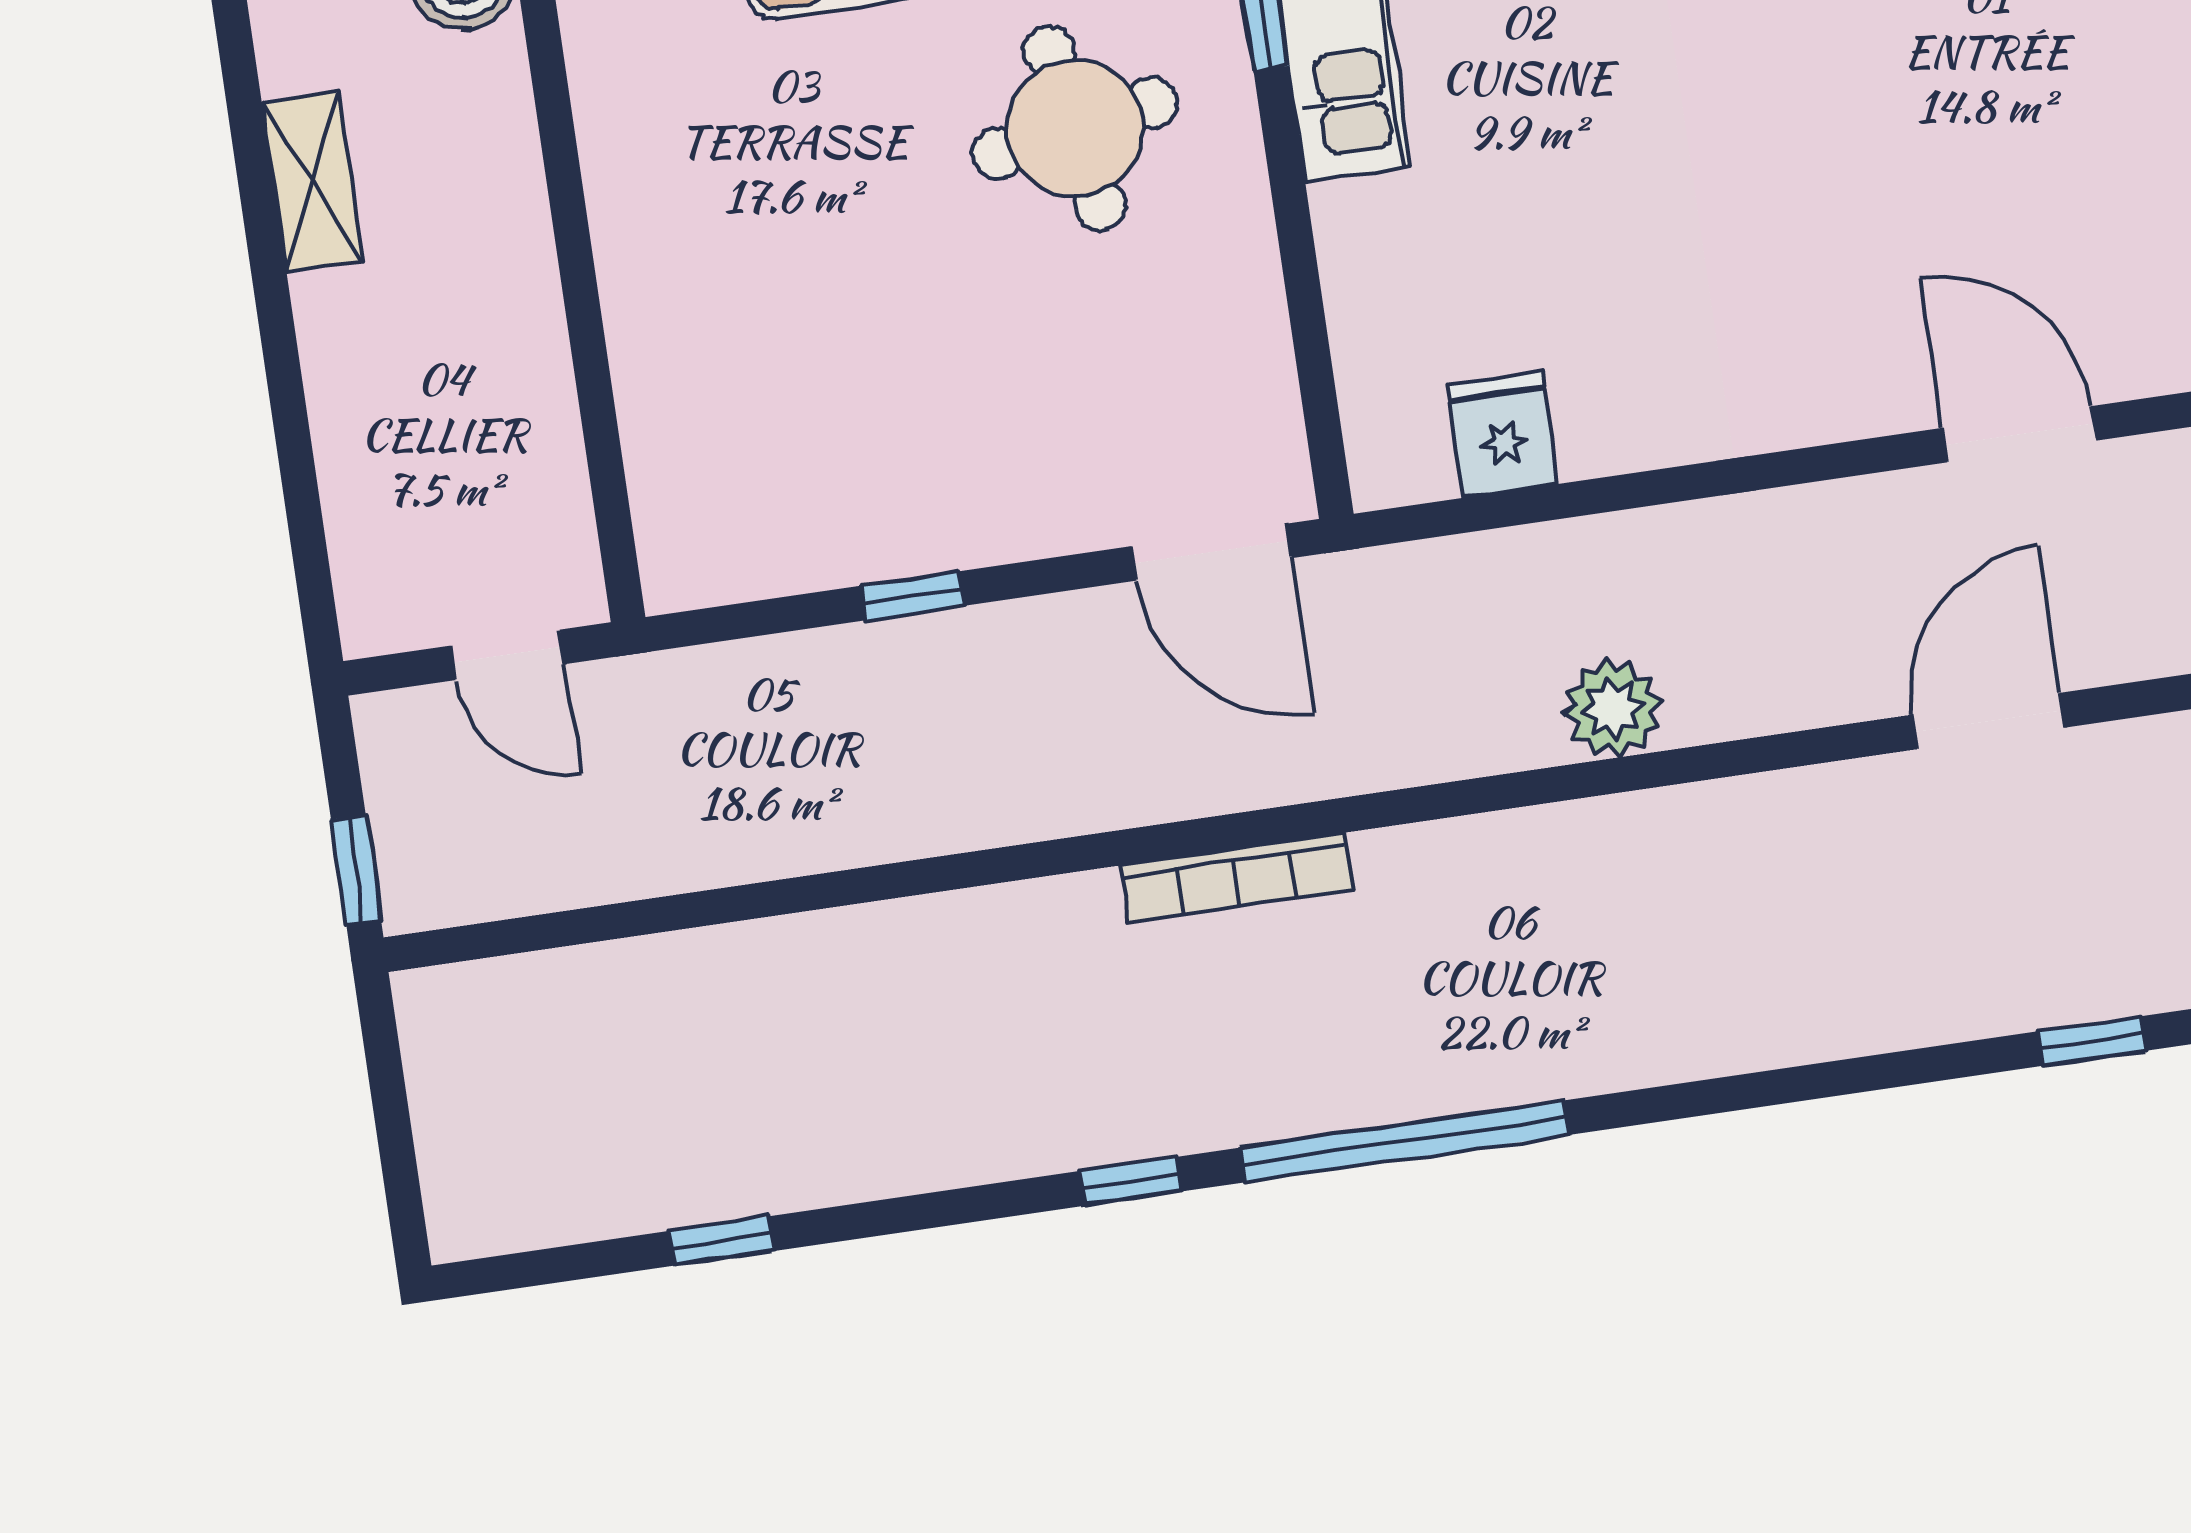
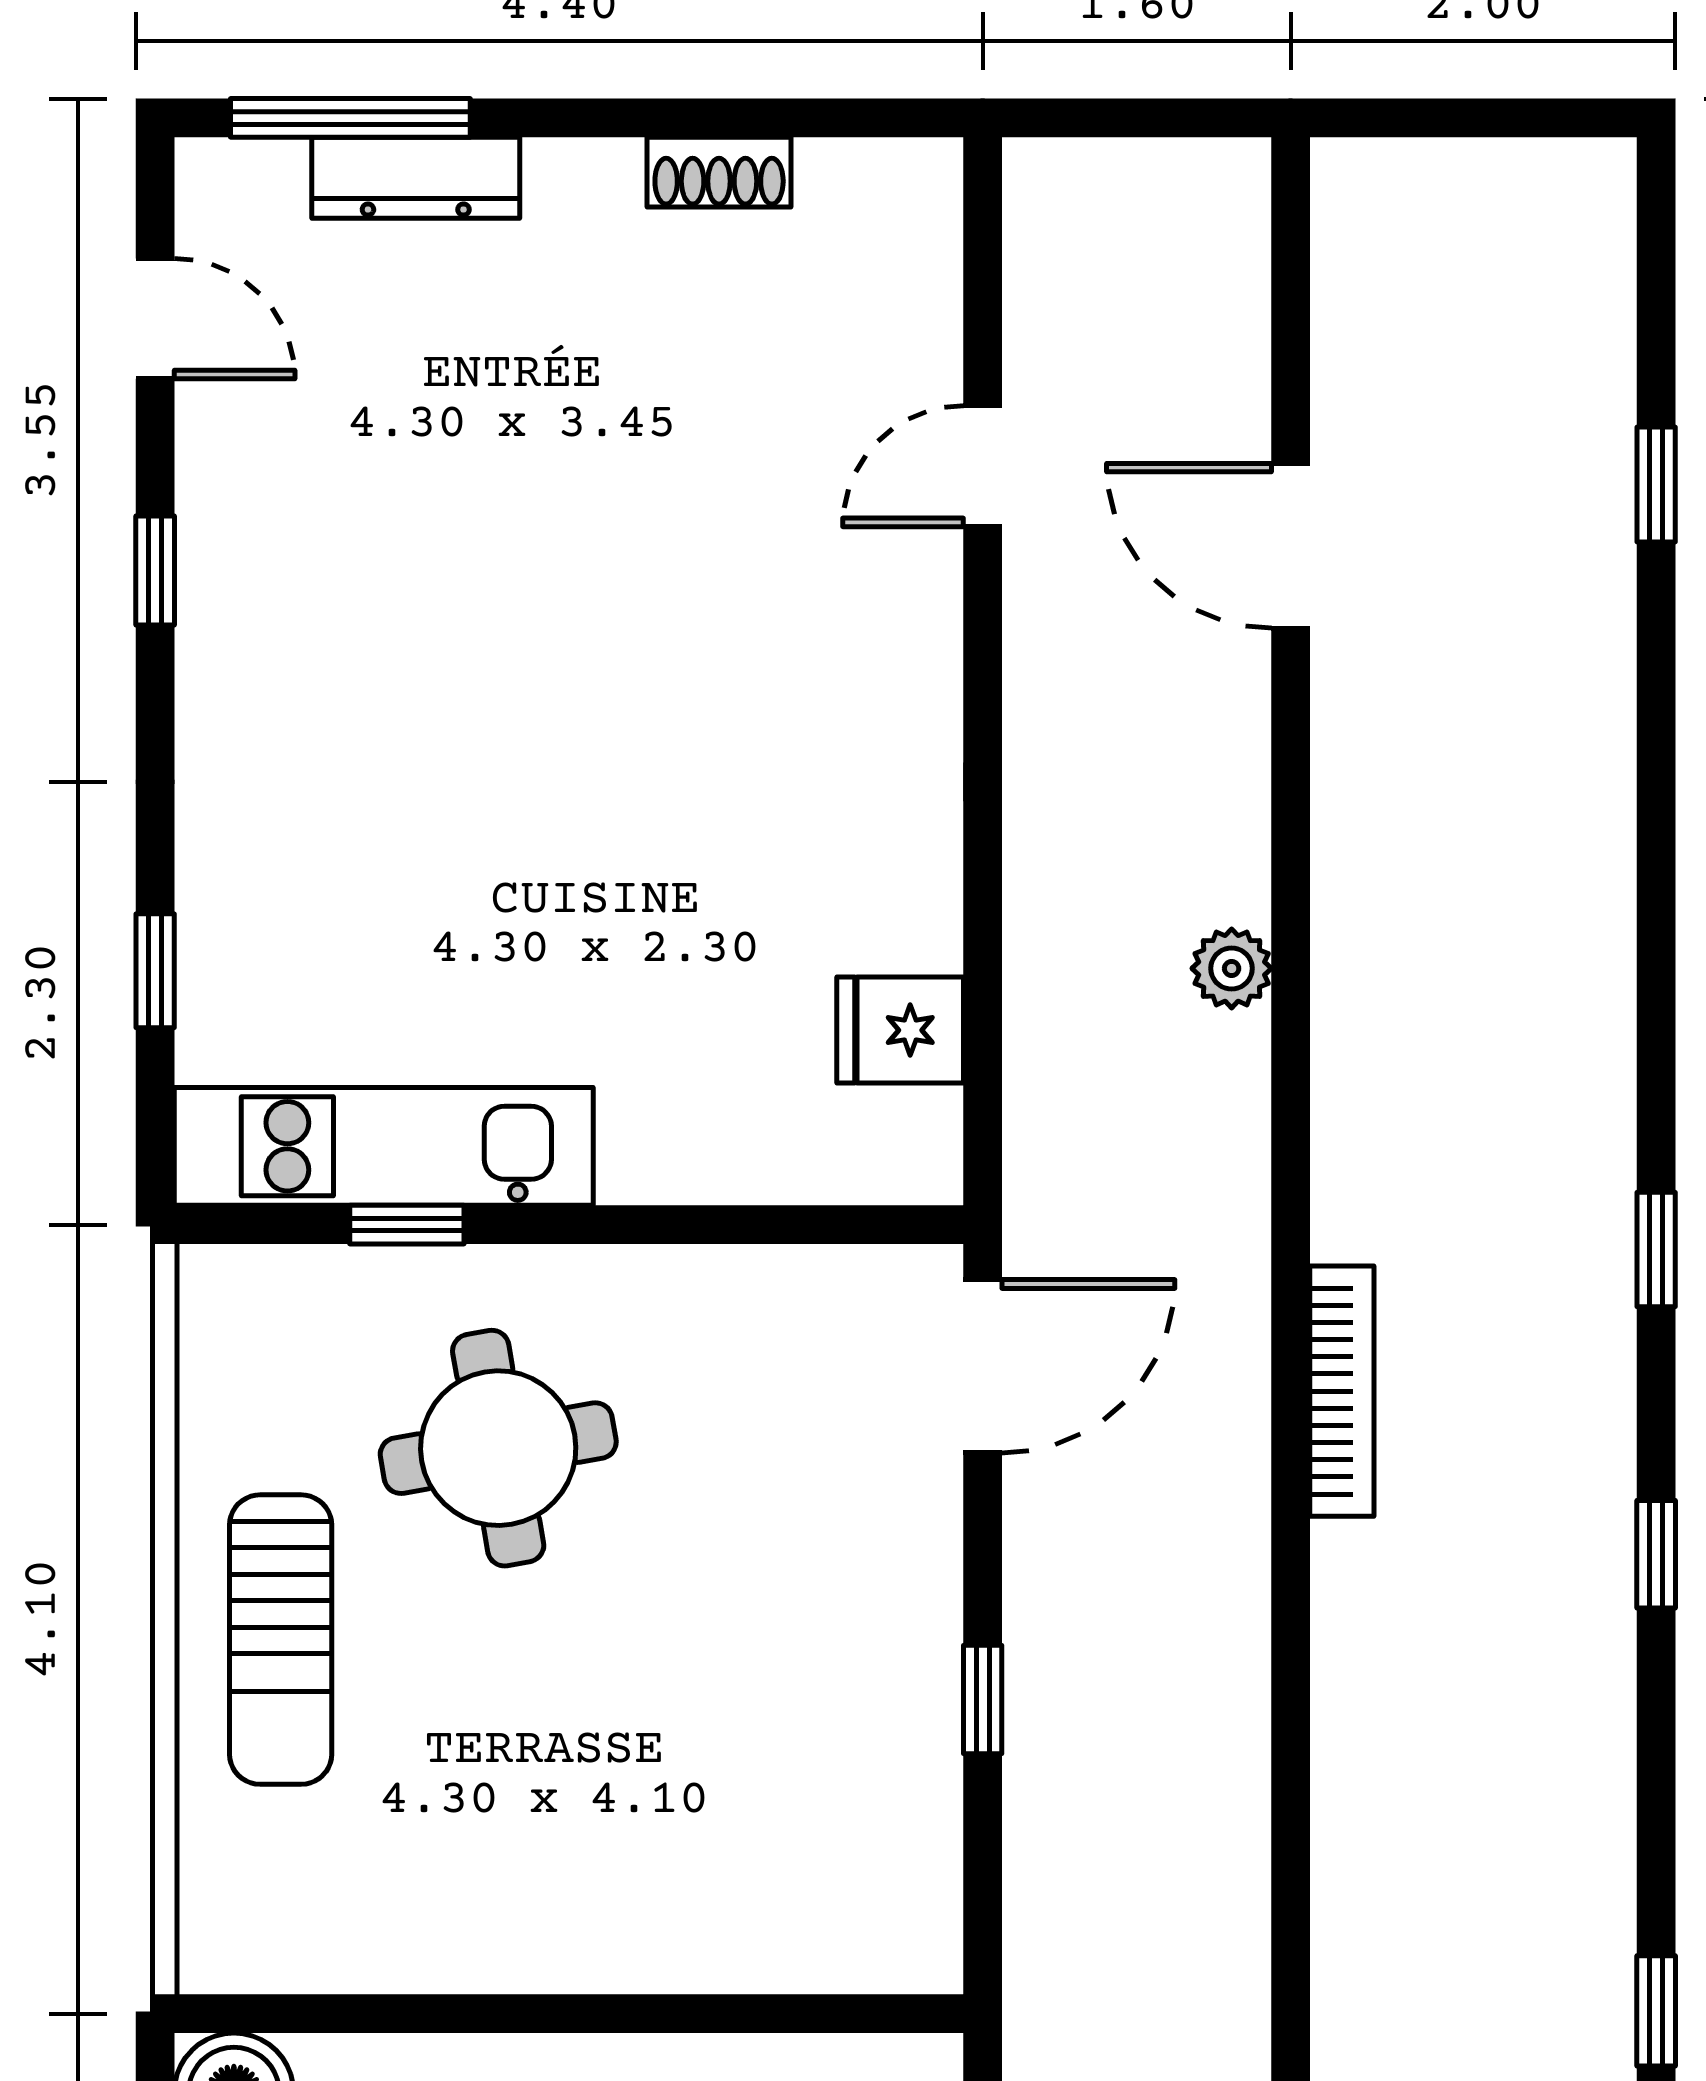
door: (2019, 434) -> (983, 466), width x0.73
plant: (1613, 708) -> (1232, 968), width x0.73, depth x0.73
window: (1405, 1141) -> (1656, 1250), width x0.32

